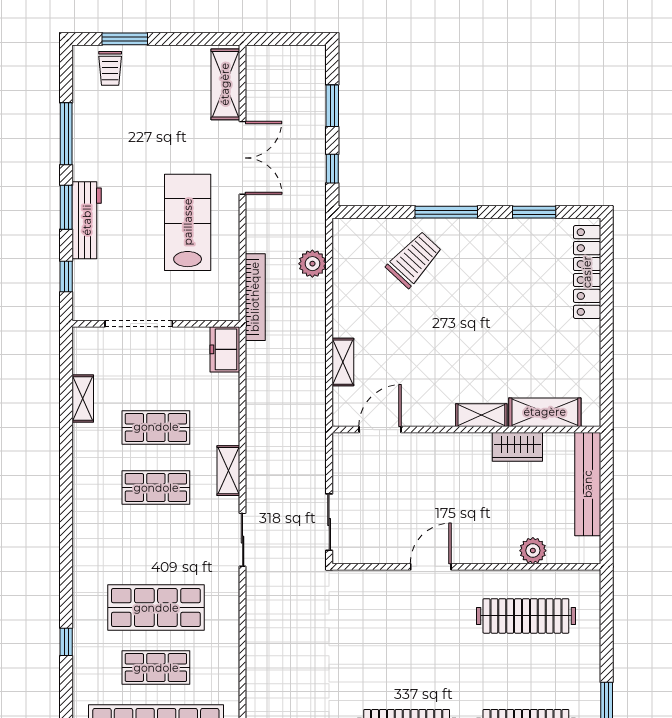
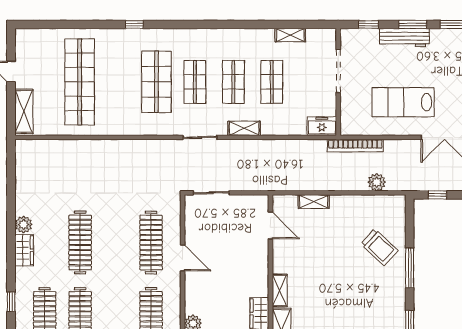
lab bench: (188, 222) -> (403, 102), turned 180
clothes rail: (407, 616) -> (151, 243), added
shop shelf: (156, 668) -> (195, 82), moved

